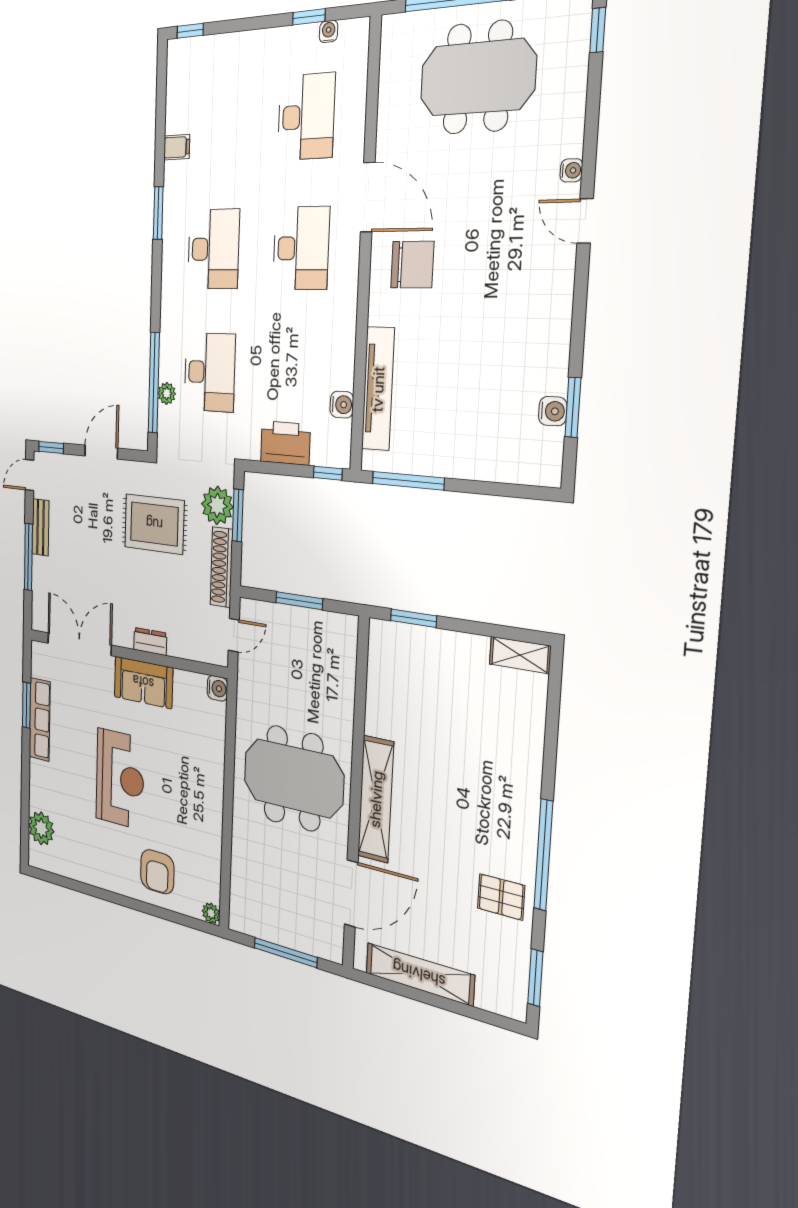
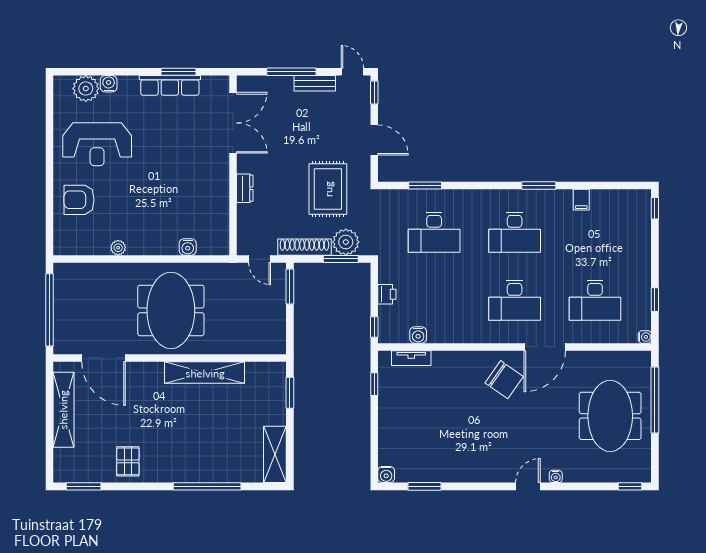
water cooler: (329, 32) -> (645, 337), moved
chair: (412, 265) -> (504, 380), turned -55
window: (154, 383) -> (425, 186), width x0.47
tv unit: (378, 389) -> (411, 358), width x0.52, depth x0.78
plant: (167, 393) -> (418, 197), removed
water cooler: (553, 411) -> (386, 474), moved
printer: (285, 443) -> (387, 294), width x0.53, depth x0.68
window: (408, 481) -> (374, 384), width x0.46
window: (299, 601) -> (290, 287), moved
shelving: (520, 655) -> (275, 454), width x1.50, depth x1.33
sofa: (143, 682) -> (214, 183), removed
water cooler: (217, 688) -> (188, 247), moved
reception desk: (120, 779) -> (97, 144), moved
water cooler: (37, 798) -> (109, 84), added
shelving: (376, 799) -> (205, 373), moved
window: (543, 855) -> (207, 486), moved
plant: (211, 913) -> (118, 248), moved
window: (285, 953) -> (50, 310), width x1.46

